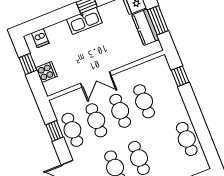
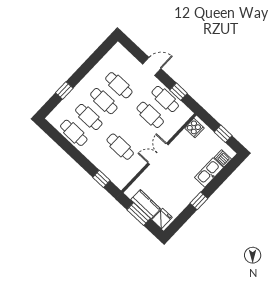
kitchen sink: (84, 21) -> (209, 172), moved
cooker: (46, 72) -> (194, 128), moved, turned -90
double door: (96, 79) -> (158, 154), moved
cafe table: (120, 111) -> (89, 117), moved

